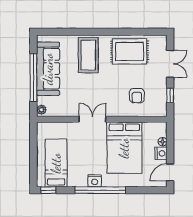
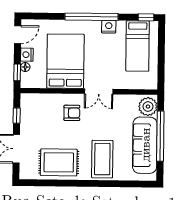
armchair: (137, 96) -> (72, 113), moved, turned 90
plant: (41, 110) -> (148, 107), width x1.87, depth x1.87
window: (170, 136) -> (17, 72), added
nightstand: (95, 181) -> (109, 27), moved

